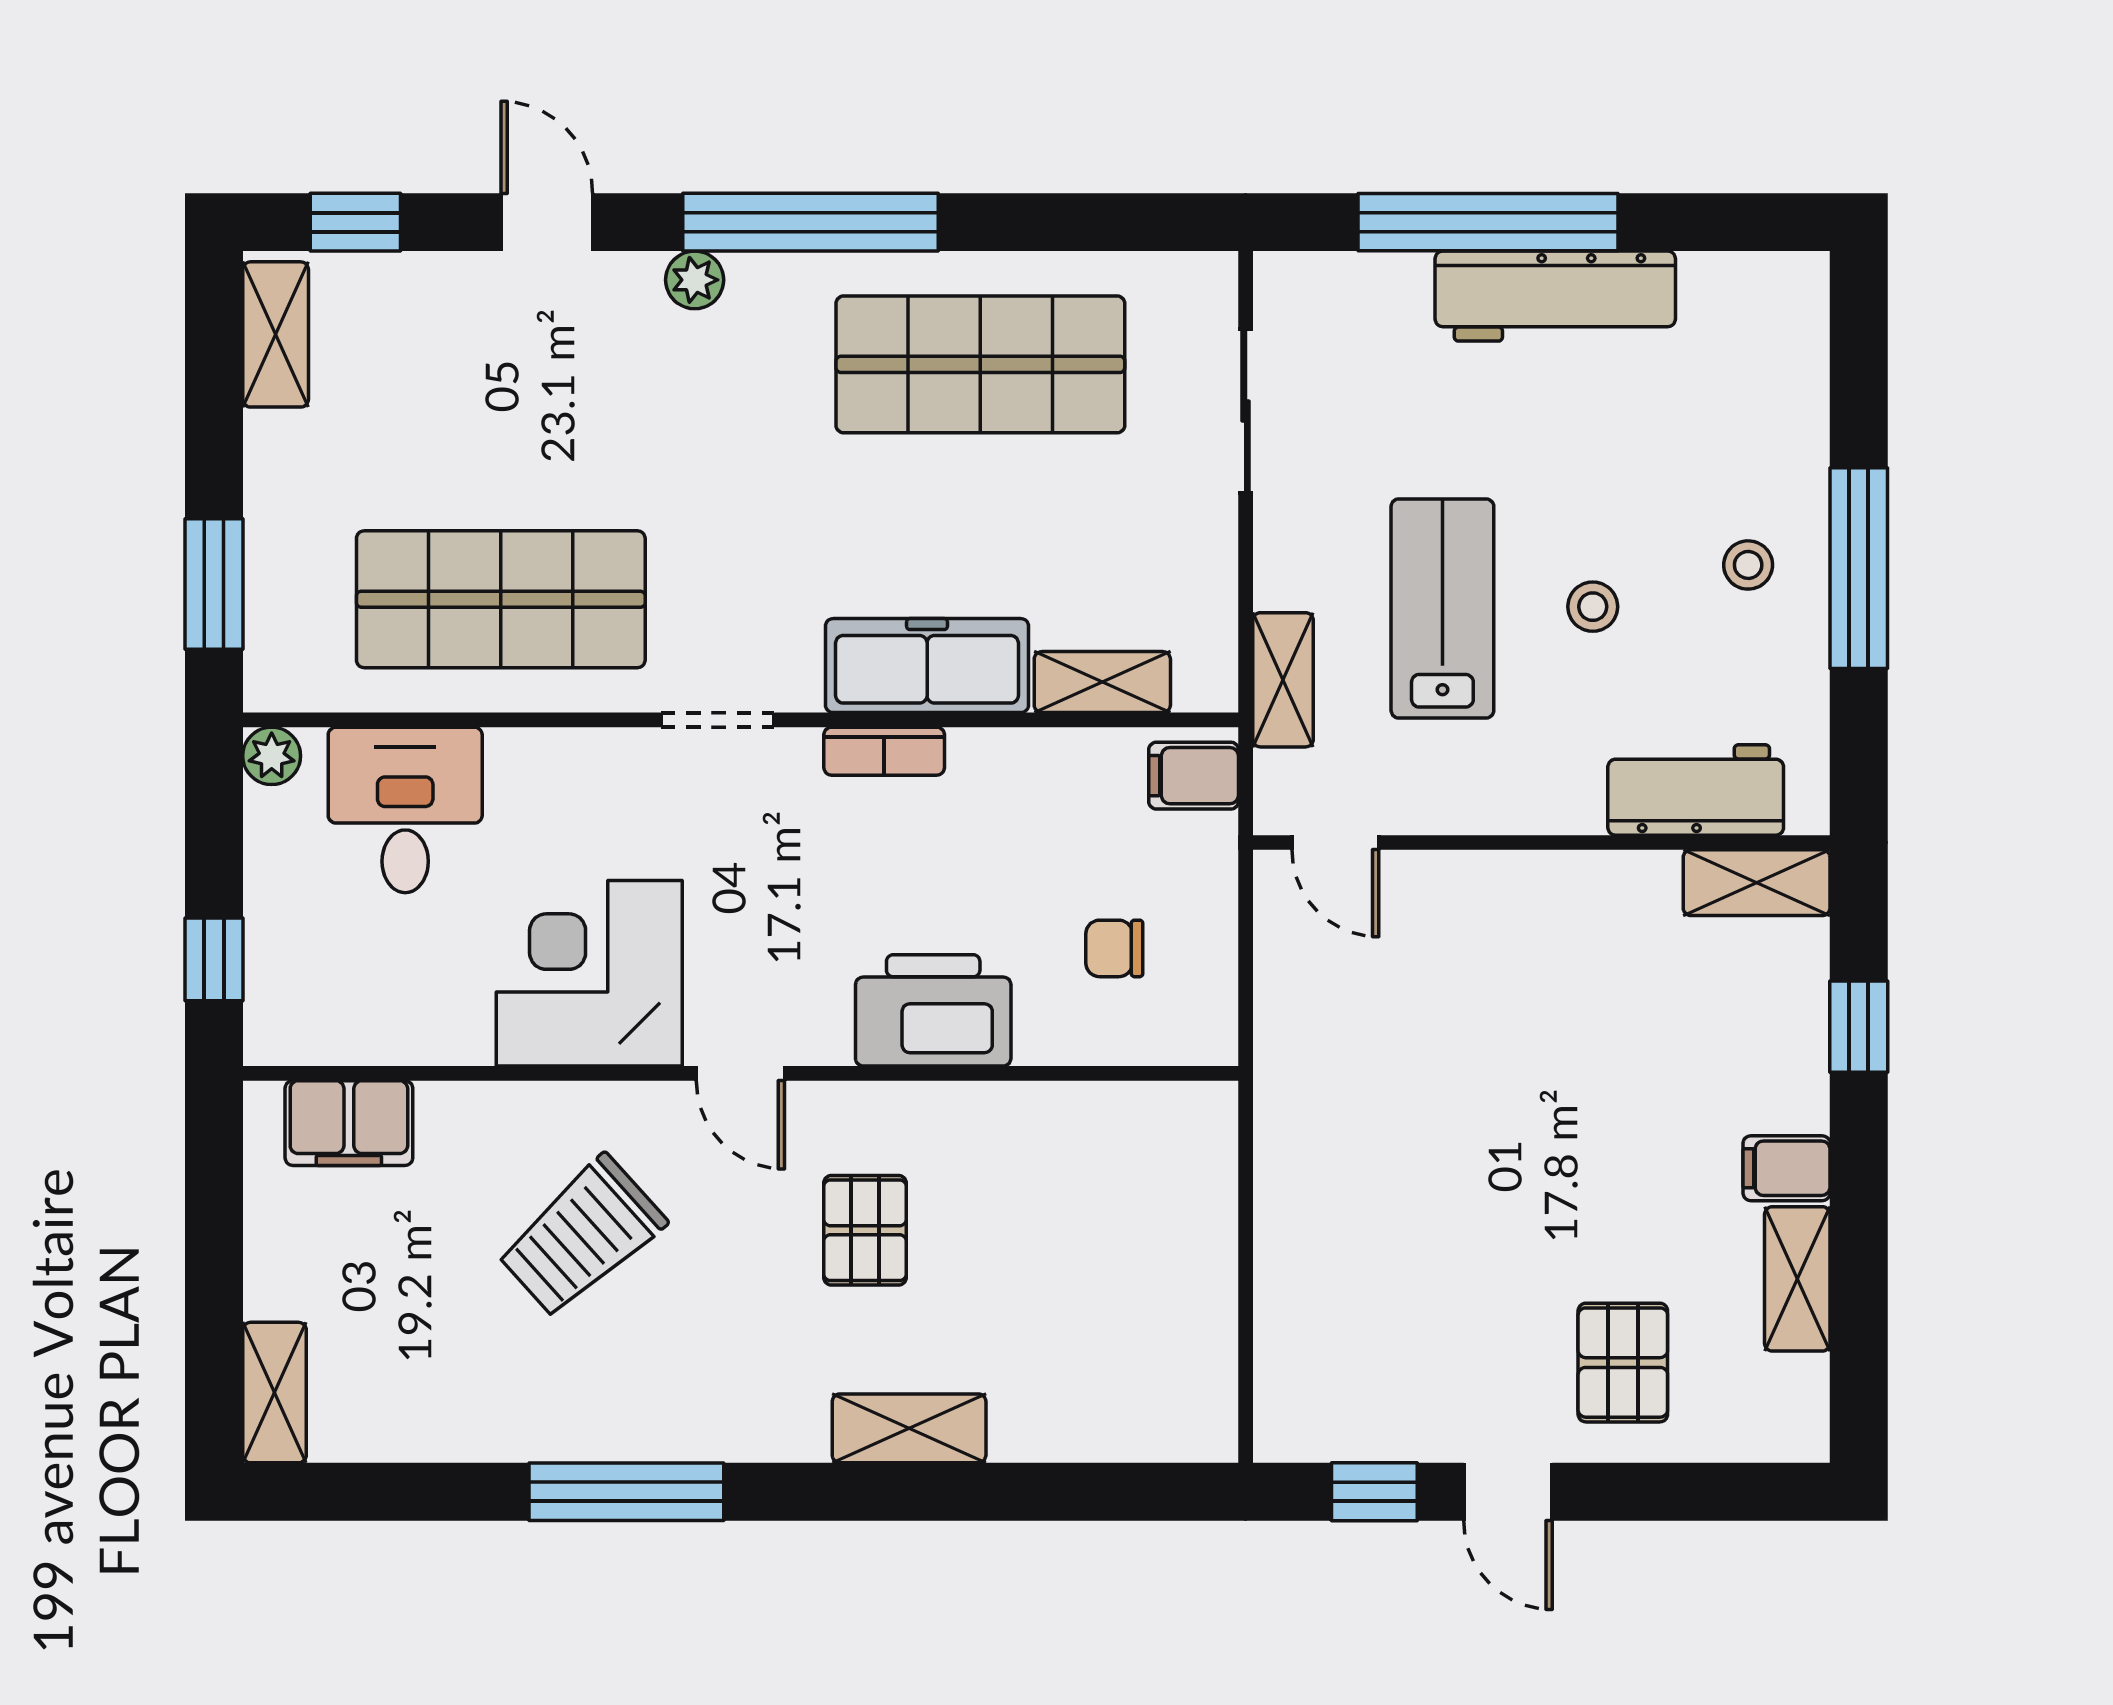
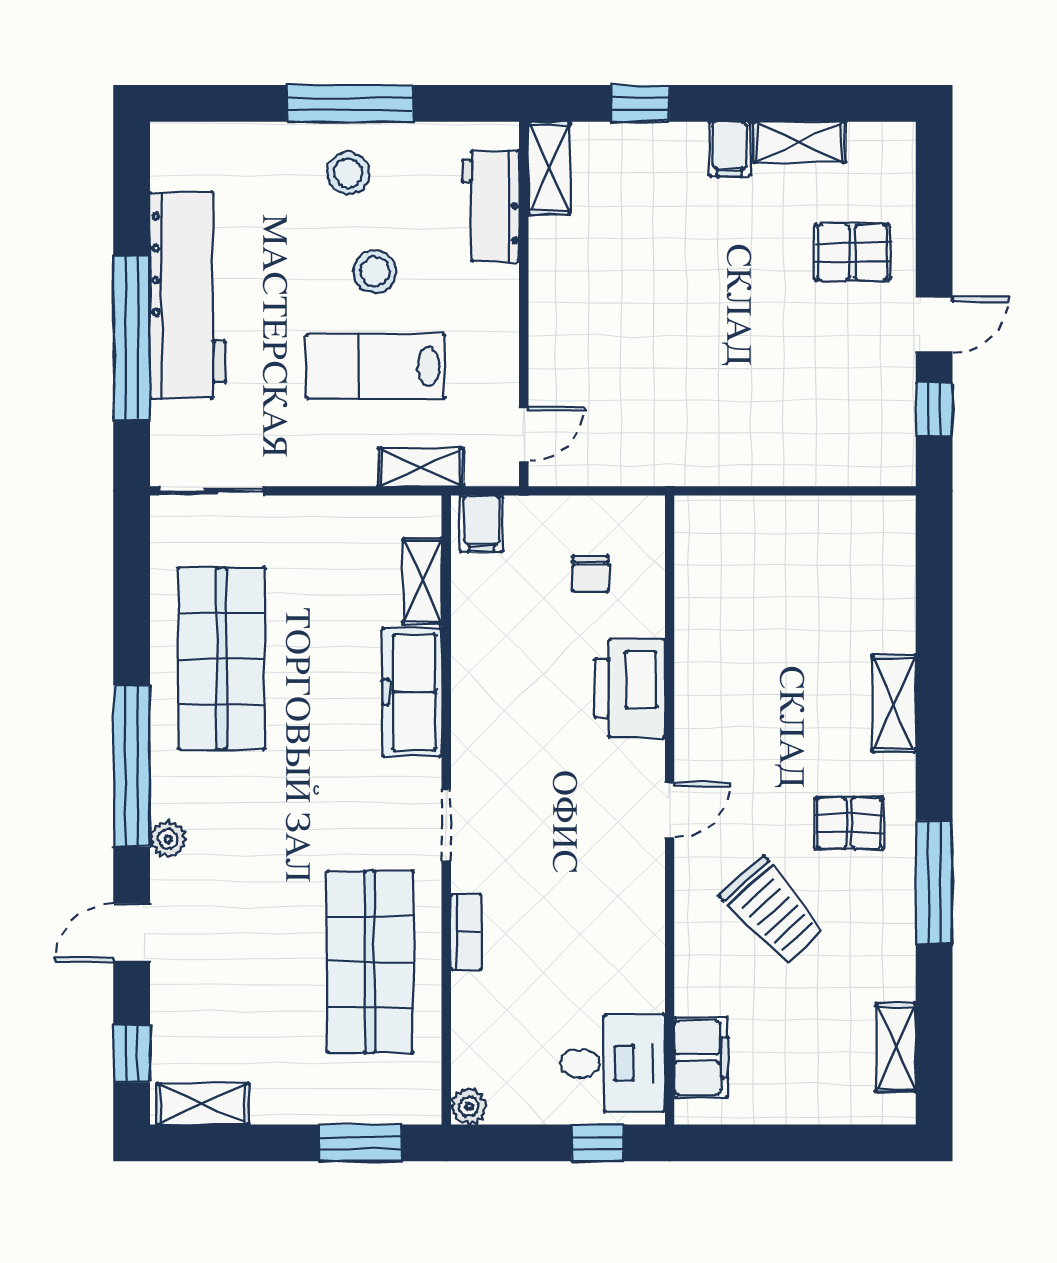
workbench: (1555, 296) -> (188, 295), width x1.36, depth x1.32
sliding door: (1246, 411) -> (211, 491), moved
stool: (1748, 565) -> (348, 173), width x1.37, depth x1.37
stool: (1593, 607) -> (375, 271), width x1.37, depth x1.37
bookcase: (884, 751) -> (466, 932), moved
desk: (405, 810) -> (613, 1063), moved, turned 180
corner desk: (589, 973) -> (606, 906), removed
pallet: (865, 1230) -> (849, 823), moved
shelving: (275, 1393) -> (896, 1048), moved, turned 90

